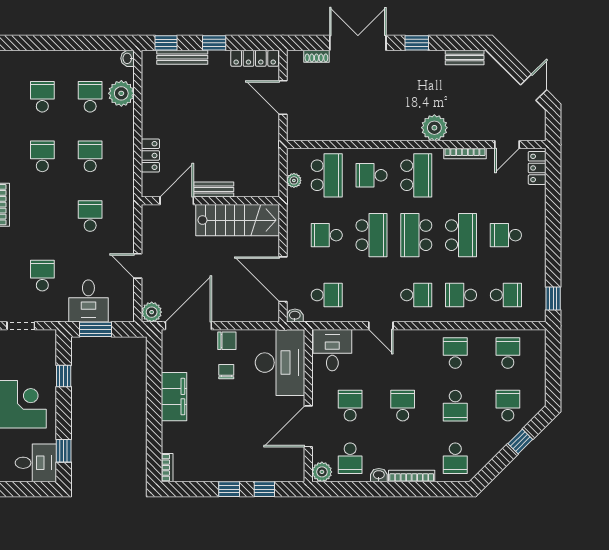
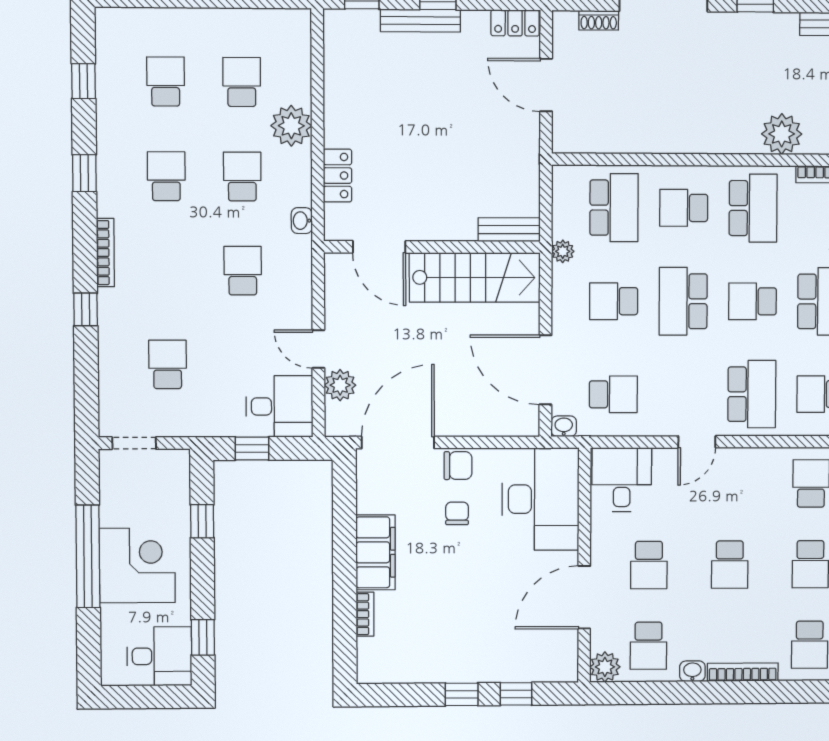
bench: (182, 57) -> (420, 21), moved
washbasin: (128, 58) -> (302, 221), moved
locker: (255, 58) -> (515, 23), width x0.66
plant: (121, 93) -> (291, 126), moved
plant: (294, 180) -> (563, 251), moved
bench: (214, 189) -> (509, 230), moved
door: (177, 201) -> (379, 247), swing flipped
school desk: (371, 235) -> (683, 301), turned 180
school desk: (416, 235) -> (752, 301), width x0.54
school desk: (416, 295) -> (752, 394), width x1.85
desk: (88, 301) -> (279, 406), moved, turned -90
plant: (152, 312) -> (340, 385), moved
door: (381, 326) -> (697, 442), hinge flipped
window: (95, 329) -> (252, 448), width x0.67
school desk: (350, 406) -> (649, 565), turned 180
school desk: (403, 406) -> (730, 565), turned 180
bookcase: (167, 468) -> (365, 614), moved

